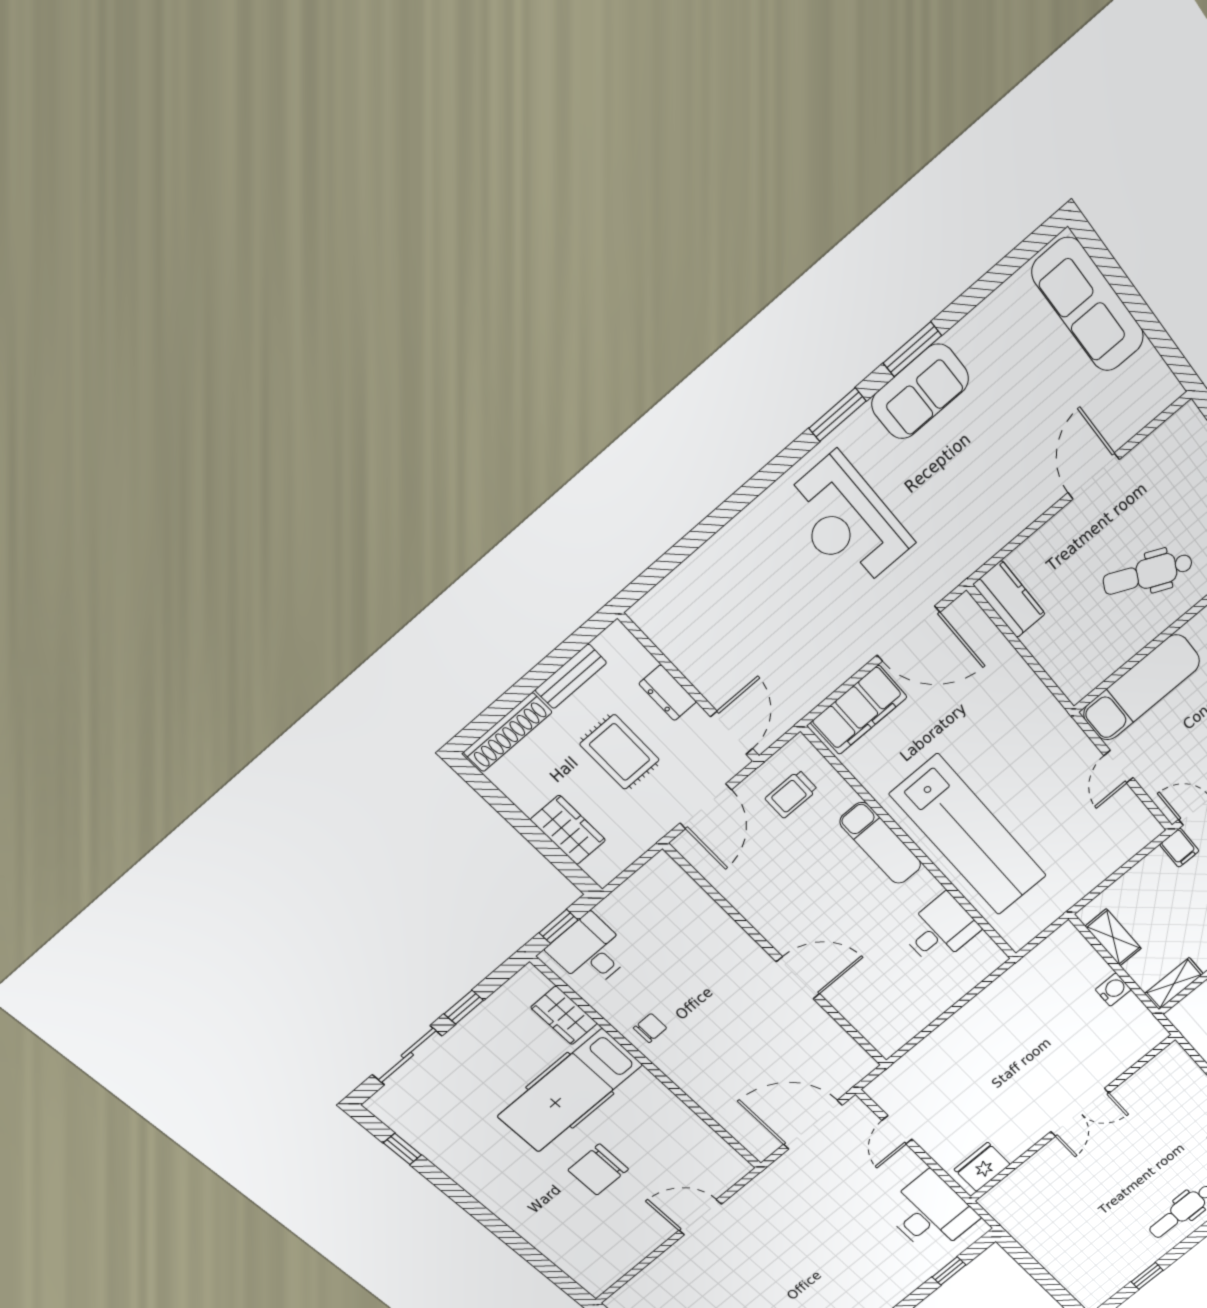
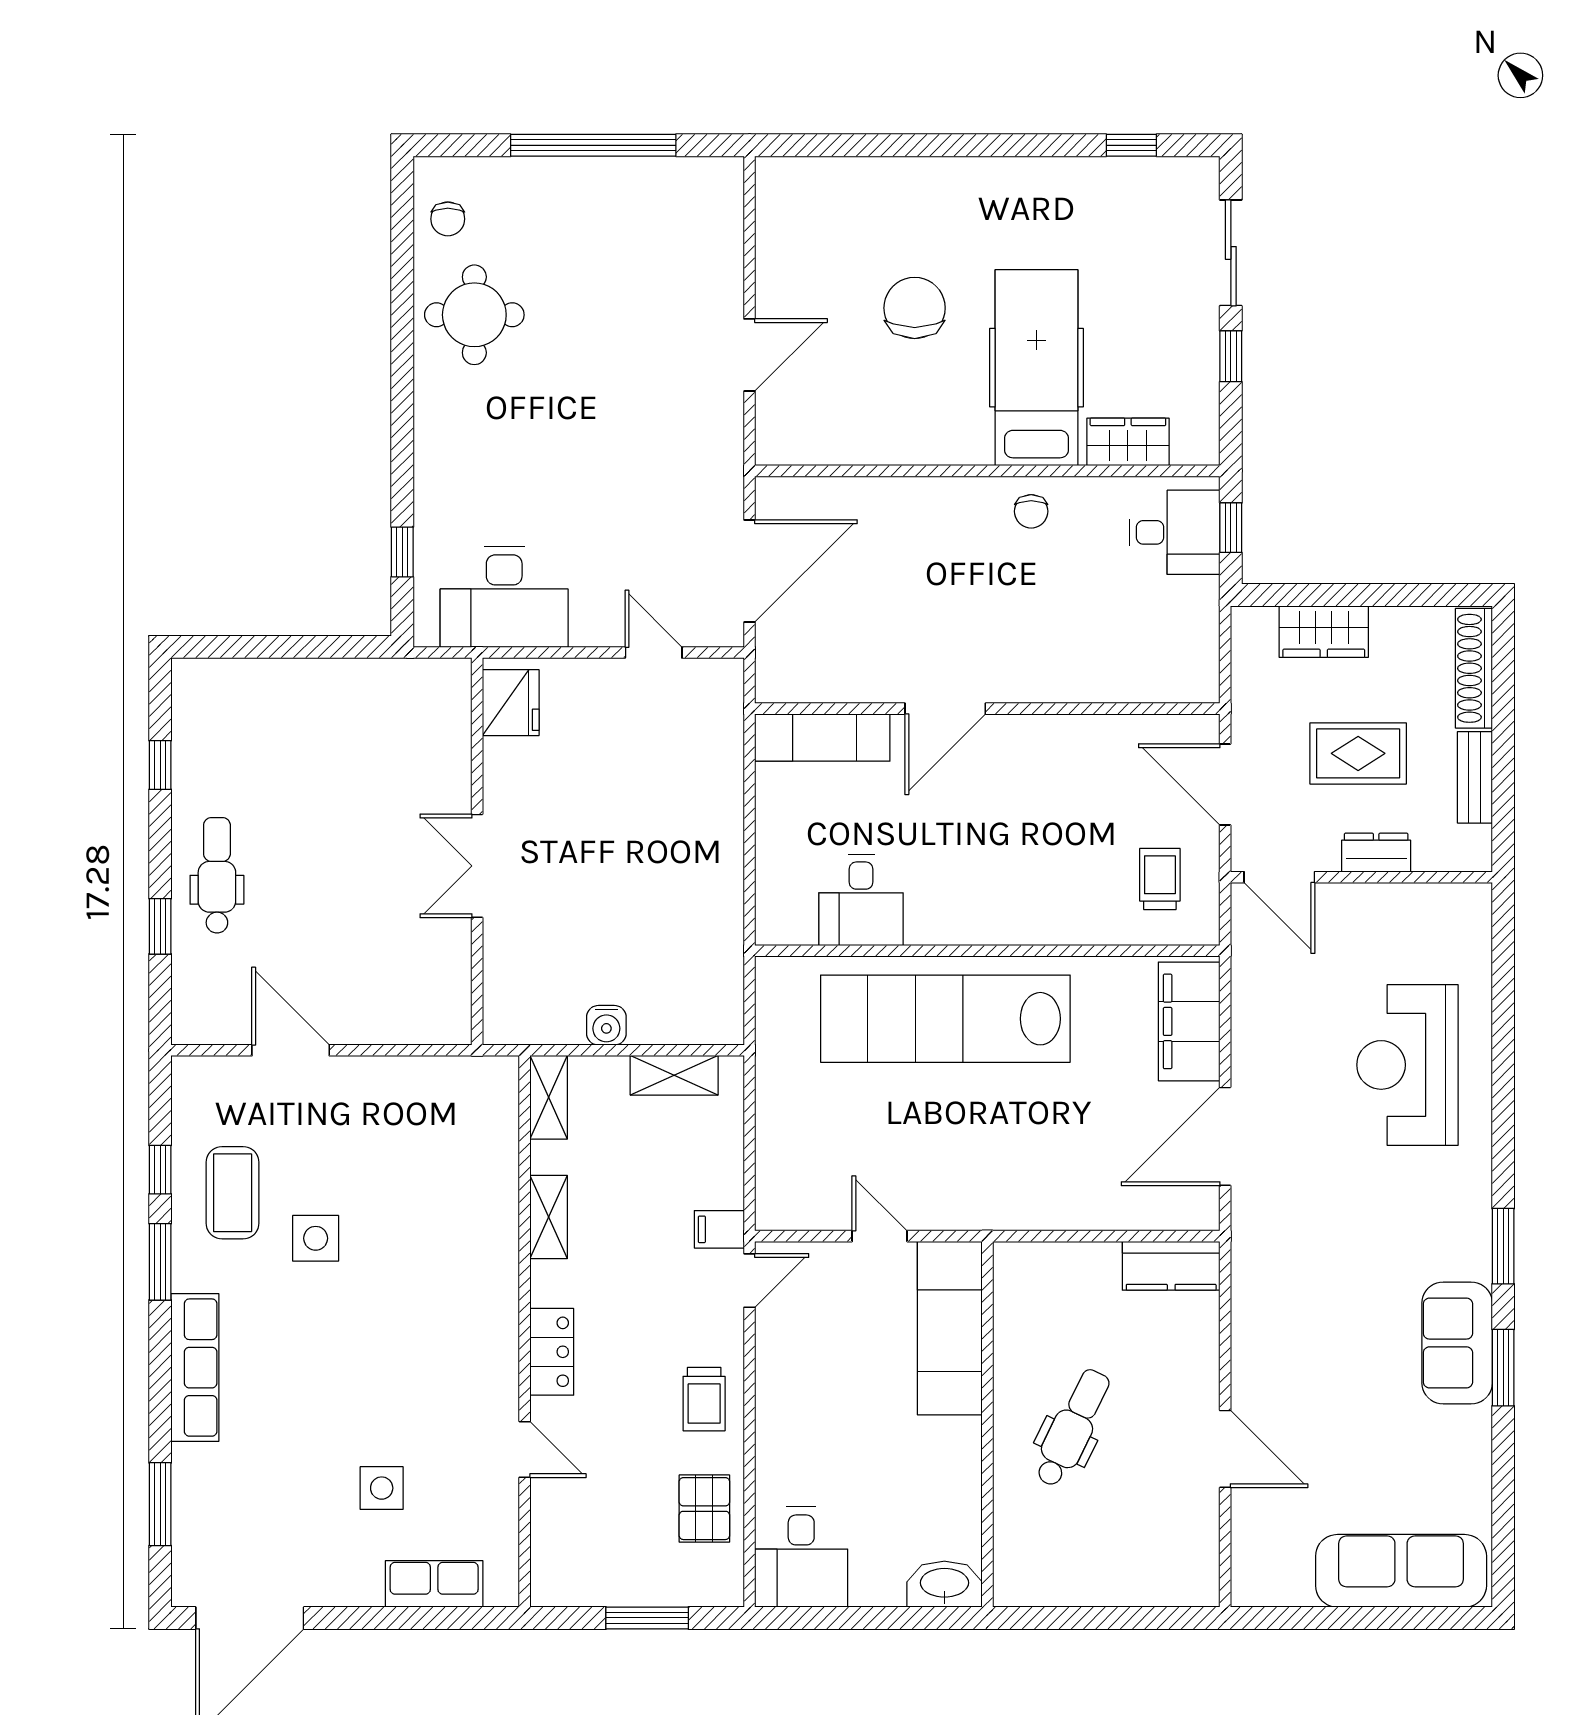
reception desk: (847, 522) -> (1407, 1065), moved, turned -90
exam couch: (881, 843) -> (822, 738), moved, turned 180

